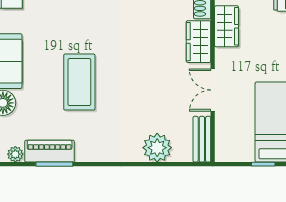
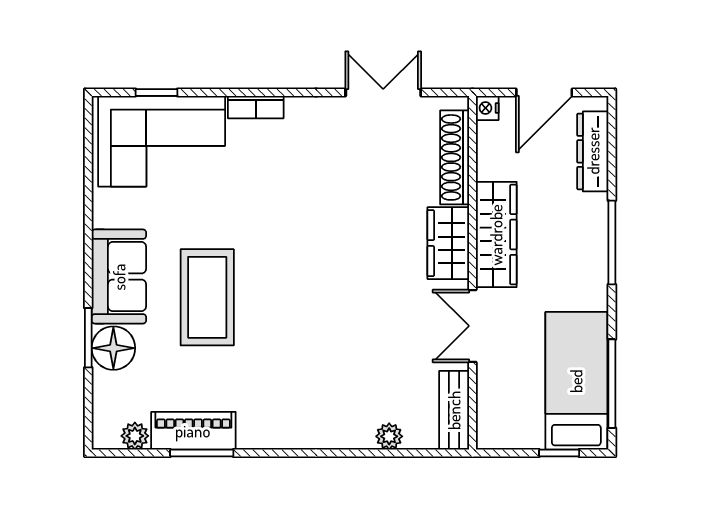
wardrobe: (227, 26) -> (496, 235), width x1.50
coffee table: (79, 82) -> (207, 297), moved
plant: (157, 148) -> (389, 436), width x0.53, depth x0.53

